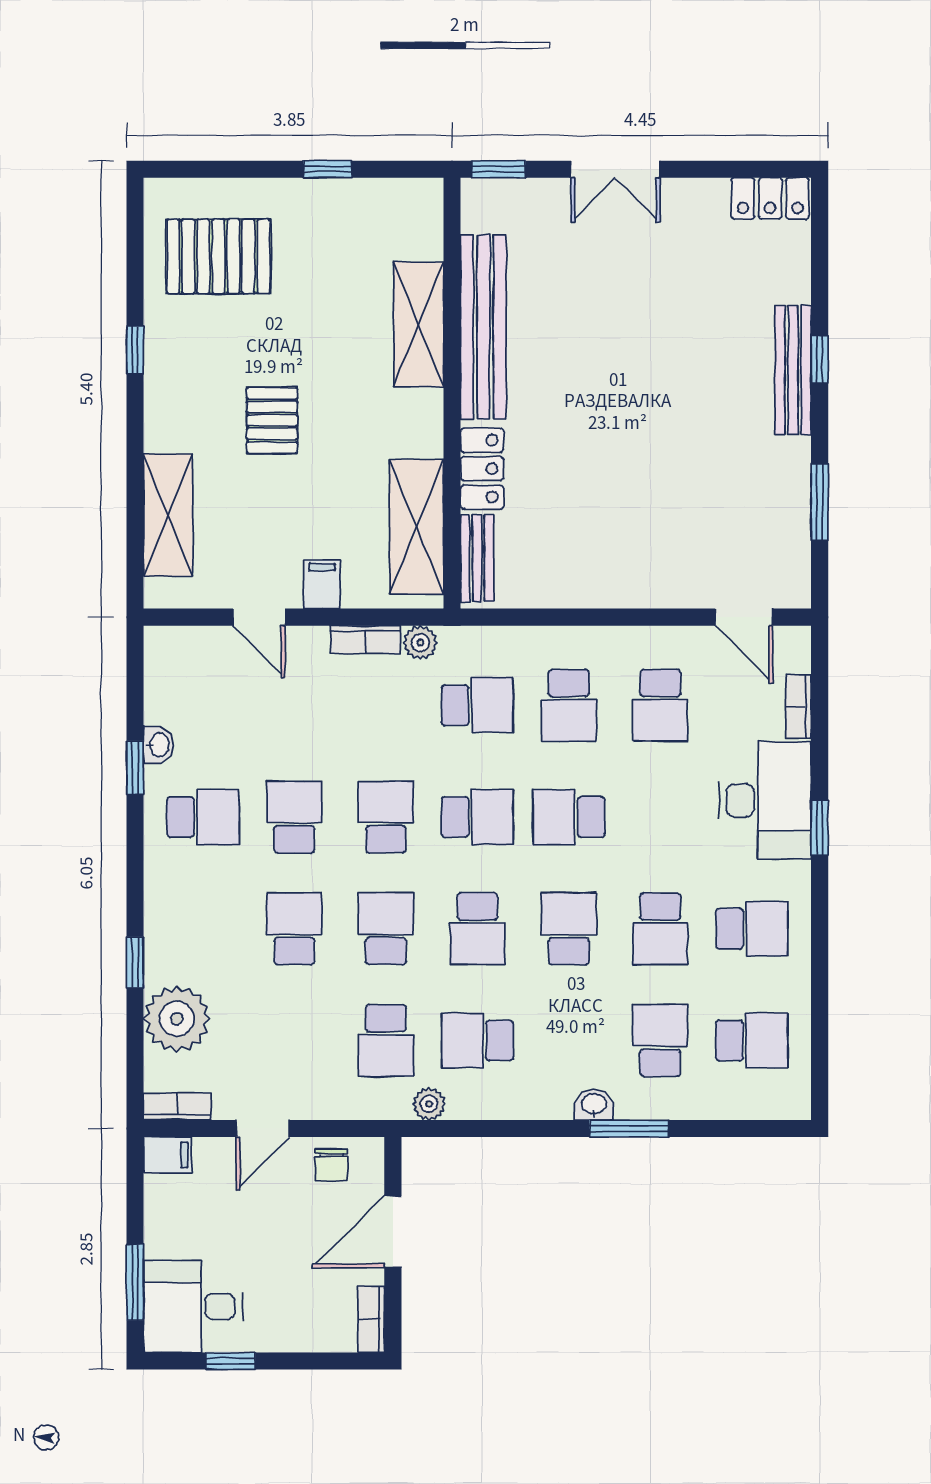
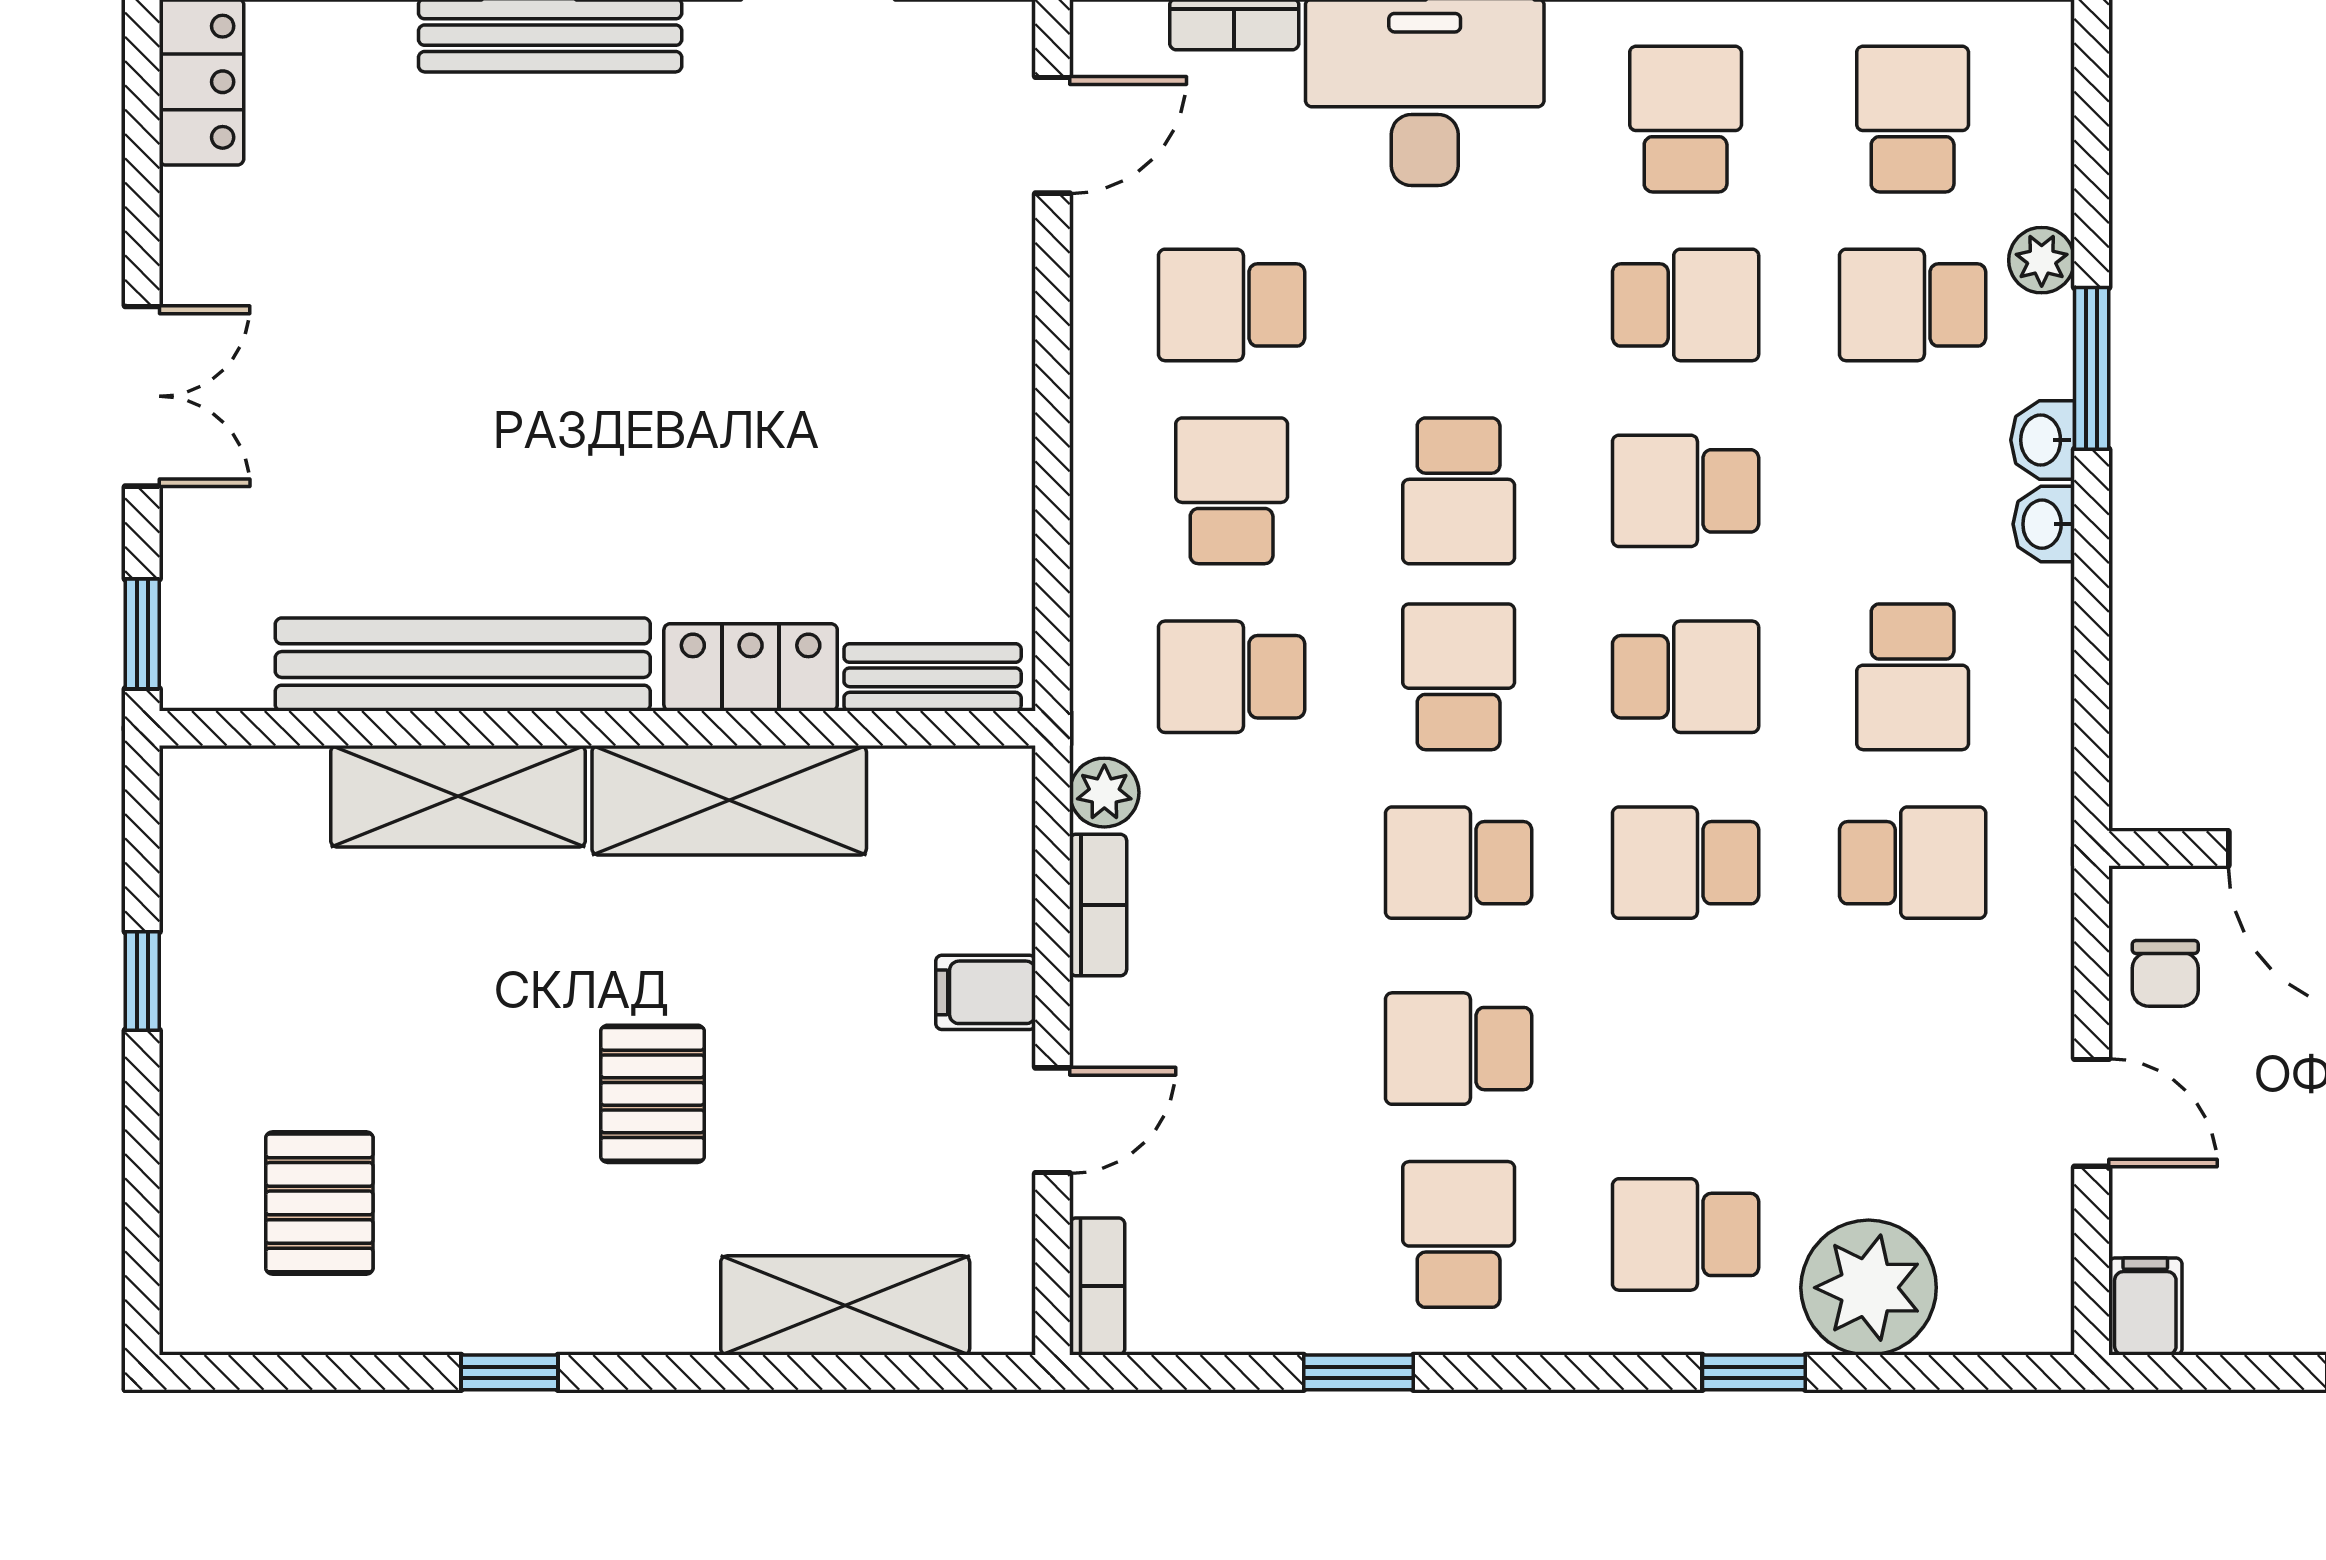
pallet: (218, 256) -> (319, 1203), width x0.67, depth x0.71
pallet: (272, 420) -> (653, 1094), turned 90
shelving: (417, 527) -> (729, 800), moved
school desk: (477, 705) -> (1232, 677), turned -90
school desk: (569, 705) -> (1232, 491), turned -90
school desk: (660, 705) -> (1232, 305), turned 180
washbasin: (159, 745) -> (2044, 524), moved, turned -90
school desk: (294, 929) -> (1686, 1234), moved
plant: (429, 1104) -> (2042, 260), moved
bookcase: (177, 1107) -> (1097, 1286), moved, turned 180
chair: (331, 1165) -> (2165, 973), turned 90

